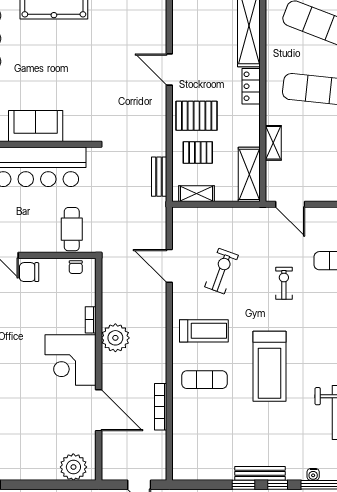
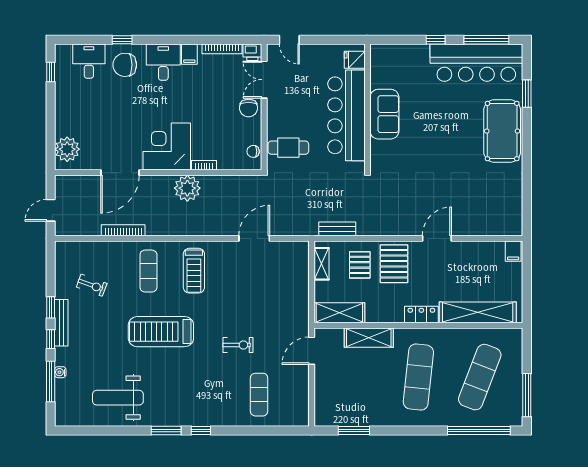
shelving: (273, 143) -> (369, 338), width x1.50, depth x1.33
exercise bike: (222, 271) -> (92, 285), moved, width x0.73, depth x0.72
chair: (29, 272) -> (249, 108), turned 180

